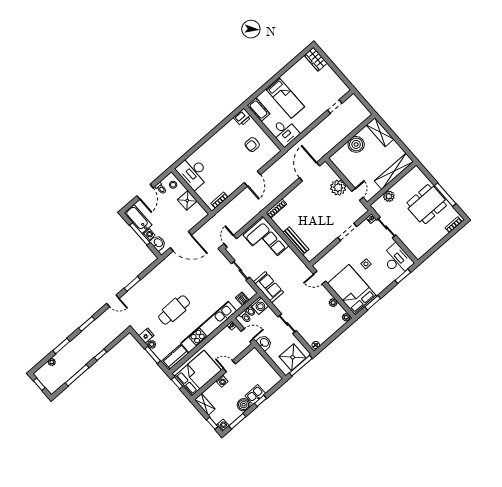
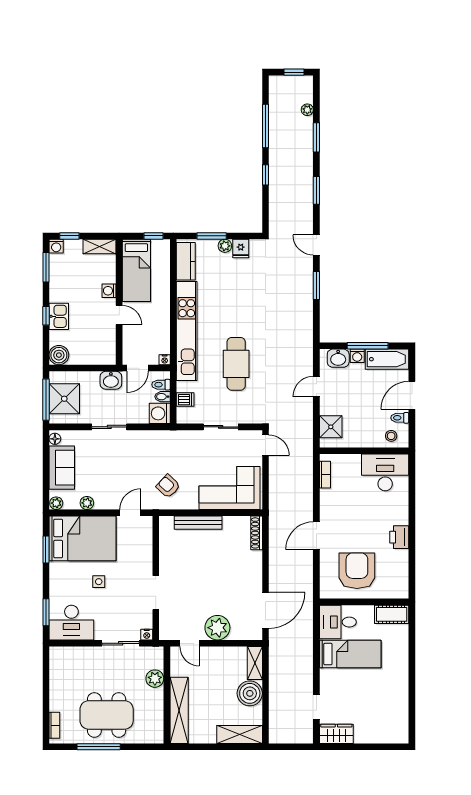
wardrobe: (316, 59) -> (336, 734), moved
bed: (285, 98) -> (350, 654), moved, turned 180
printer: (242, 117) -> (399, 537), moved
armchair: (252, 145) -> (357, 571), width x1.88, depth x1.88
shelving: (339, 155) -> (255, 663), added
door: (310, 172) -> (265, 610), hinge flipped
door: (252, 179) -> (316, 536), hinge flipped
door: (145, 192) -> (412, 395), hinge flipped
shower: (187, 200) -> (331, 427), moved
dining table: (427, 204) -> (107, 715), turned 90
door: (181, 241) -> (316, 387), width x0.53
armchair: (291, 271) -> (168, 486), added
sofa: (268, 287) -> (62, 468), moved, turned -90
door: (113, 301) -> (316, 245), hinge flipped
cafe table: (174, 310) -> (236, 364), moved
door: (229, 366) -> (119, 315), hinge flipped
bed: (198, 373) -> (136, 270), width x0.67
boiler: (244, 405) -> (59, 355), moved

